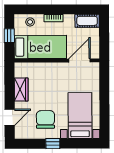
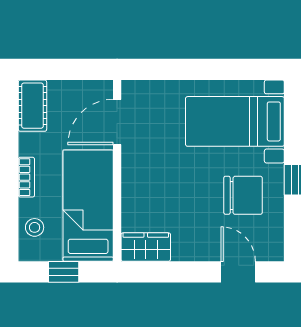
door: (80, 60) -> (117, 122), hinge flipped
wardrobe: (21, 89) -> (146, 247), moved
chair: (45, 119) -> (243, 195), turned 180

